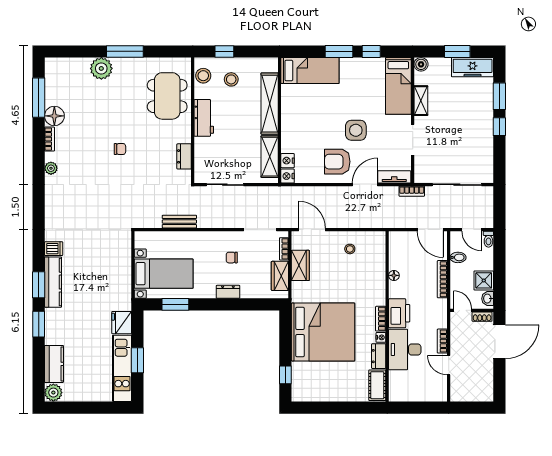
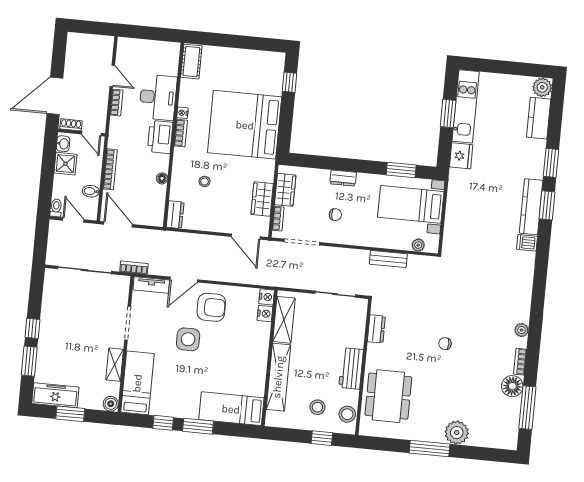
plant: (153, 237) -> (418, 245), added
stool: (350, 249) -> (205, 181), moved
dresser: (379, 356) -> (175, 215), moved

